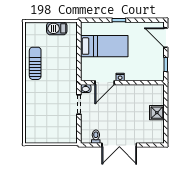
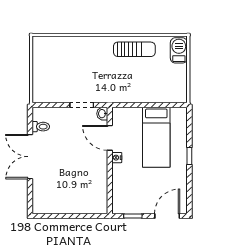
barbecue: (57, 28) -> (179, 50), moved
shower: (157, 113) -> (71, 204), removed

